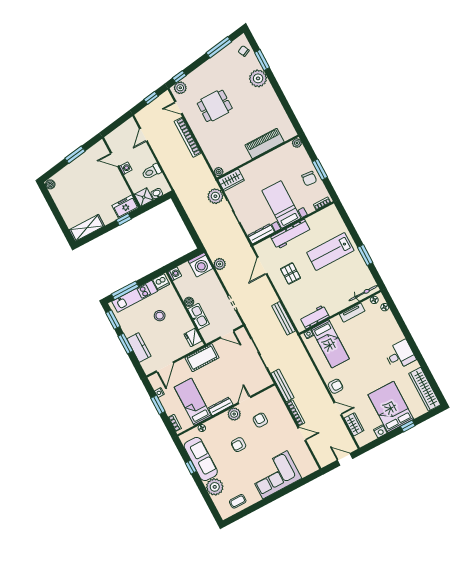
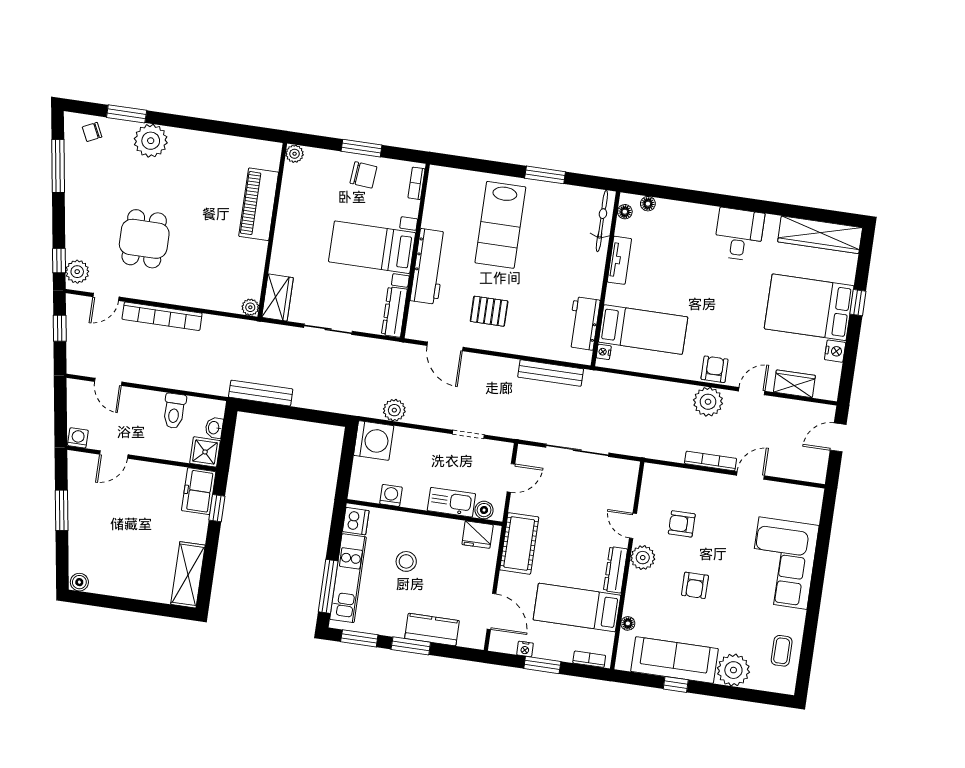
washing machine: (126, 168) -> (78, 438), moved
plant: (215, 196) -> (708, 402), moved
washing machine: (175, 274) -> (391, 495), moved
boiler: (189, 302) -> (484, 510), moved
bench: (283, 385) -> (261, 393), moved

